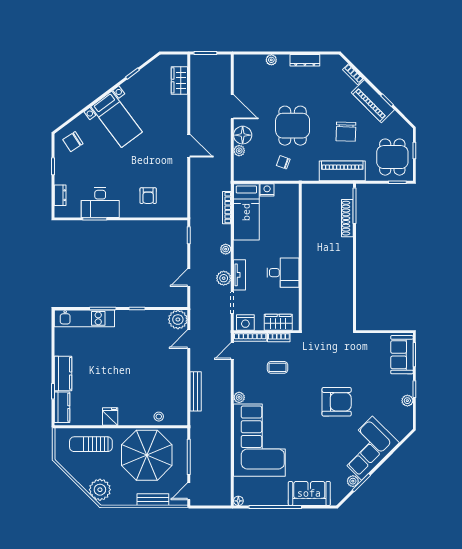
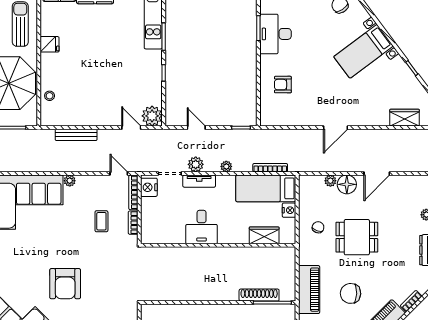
wardrobe: (278, 322) -> (264, 235), moved, turned -90

